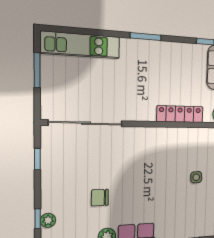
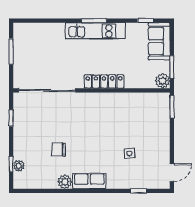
kitchen unit: (81, 45) -> (95, 31), moved
locker: (180, 114) -> (104, 82), moved
side table: (196, 177) -> (130, 153), moved

